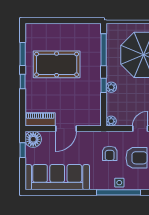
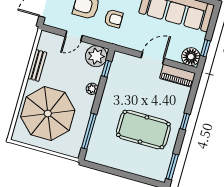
window: (23, 54) -> (172, 167), moved
window: (104, 85) -> (107, 69), moved
plant: (111, 121) -> (96, 56), width x1.88, depth x1.88
armchair: (110, 153) -> (114, 19), turned 90

